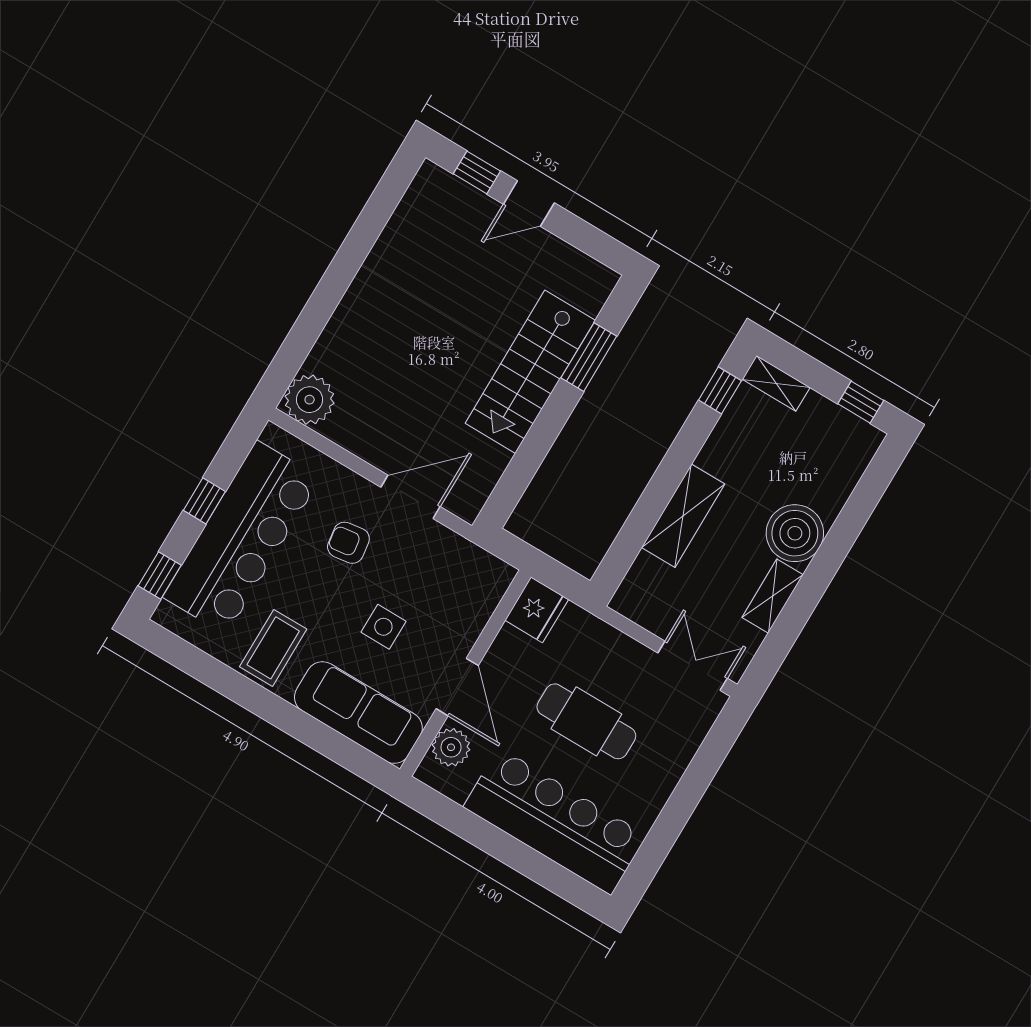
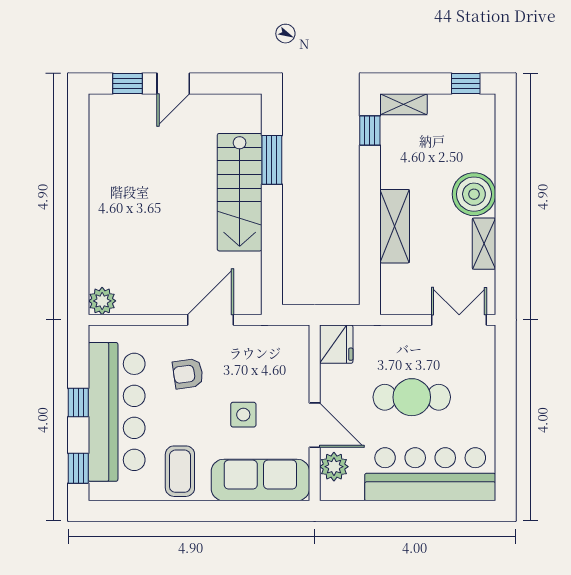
plant: (310, 400) -> (102, 301), width x0.73, depth x0.73

